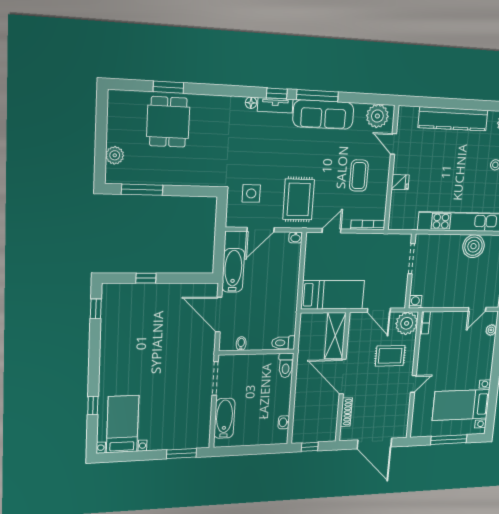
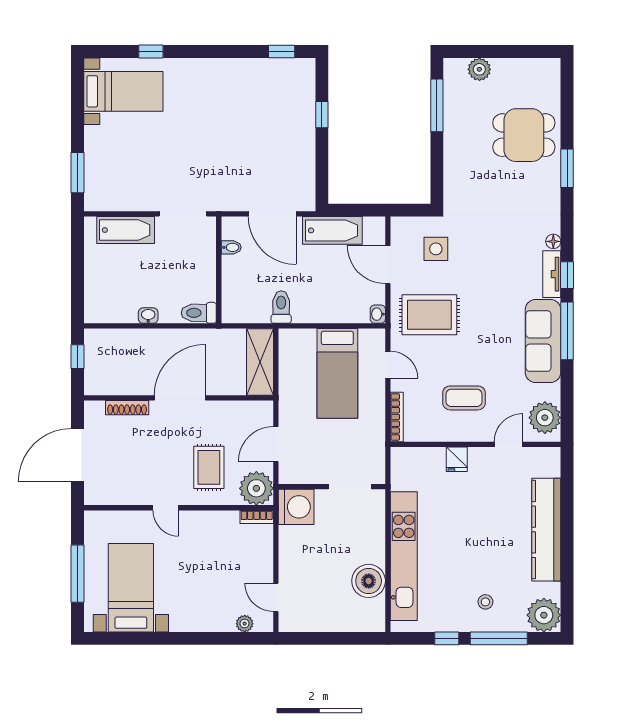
window: (168, 87) -> (567, 168), moved
bed: (333, 295) -> (337, 373), moved
washing machine: (415, 302) -> (296, 507), width x1.89, depth x1.89
door: (219, 315) -> (272, 214), swing flipped
shelving: (335, 336) -> (260, 362), moved, turned 90
toilet: (283, 343) -> (281, 307), moved
washbasin: (284, 422) -> (148, 316), moved

